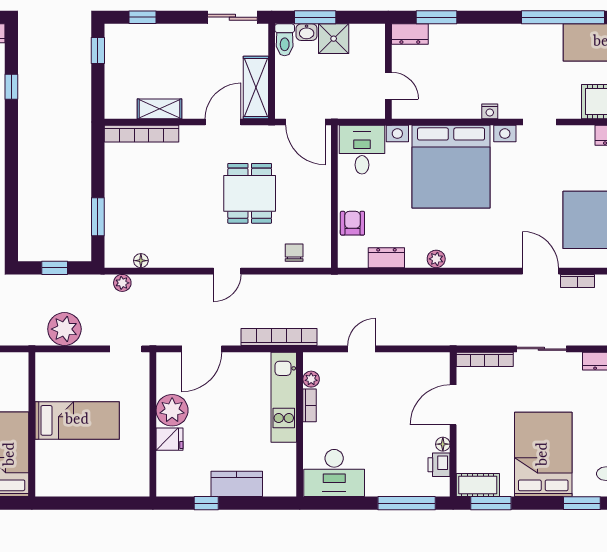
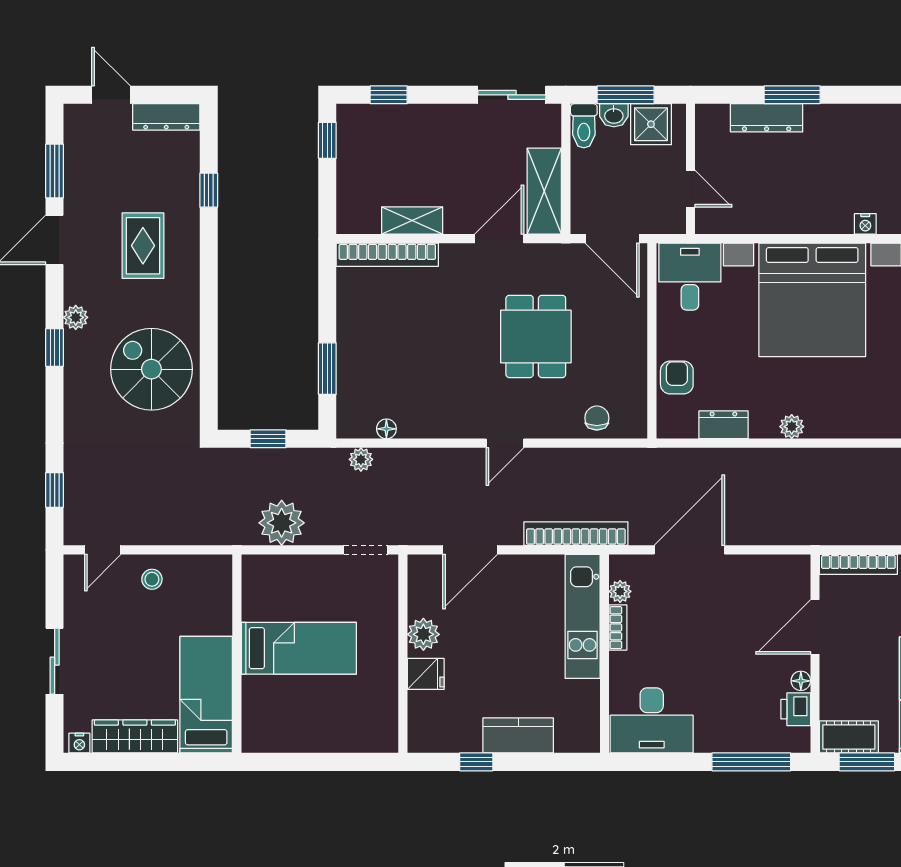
dresser: (410, 34) -> (767, 118), width x1.44
wall: (388, 71) -> (690, 169), moved
door: (388, 86) -> (690, 189), moved
door: (362, 349) -> (689, 550), width x1.87
plant: (172, 410) -> (423, 634), width x0.73, depth x0.73

